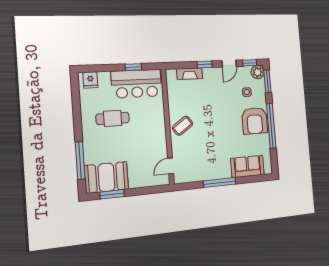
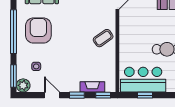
window: (250, 63) -> (103, 95), moved
door: (229, 64) -> (52, 95), hinge flipped
armchair: (255, 121) -> (38, 31), moved

